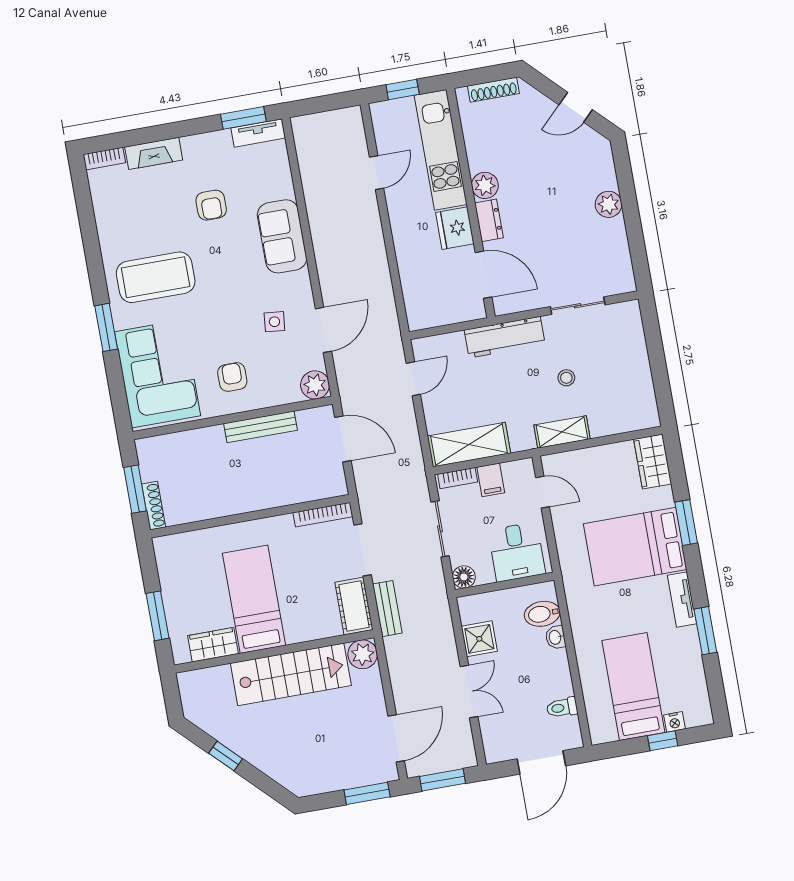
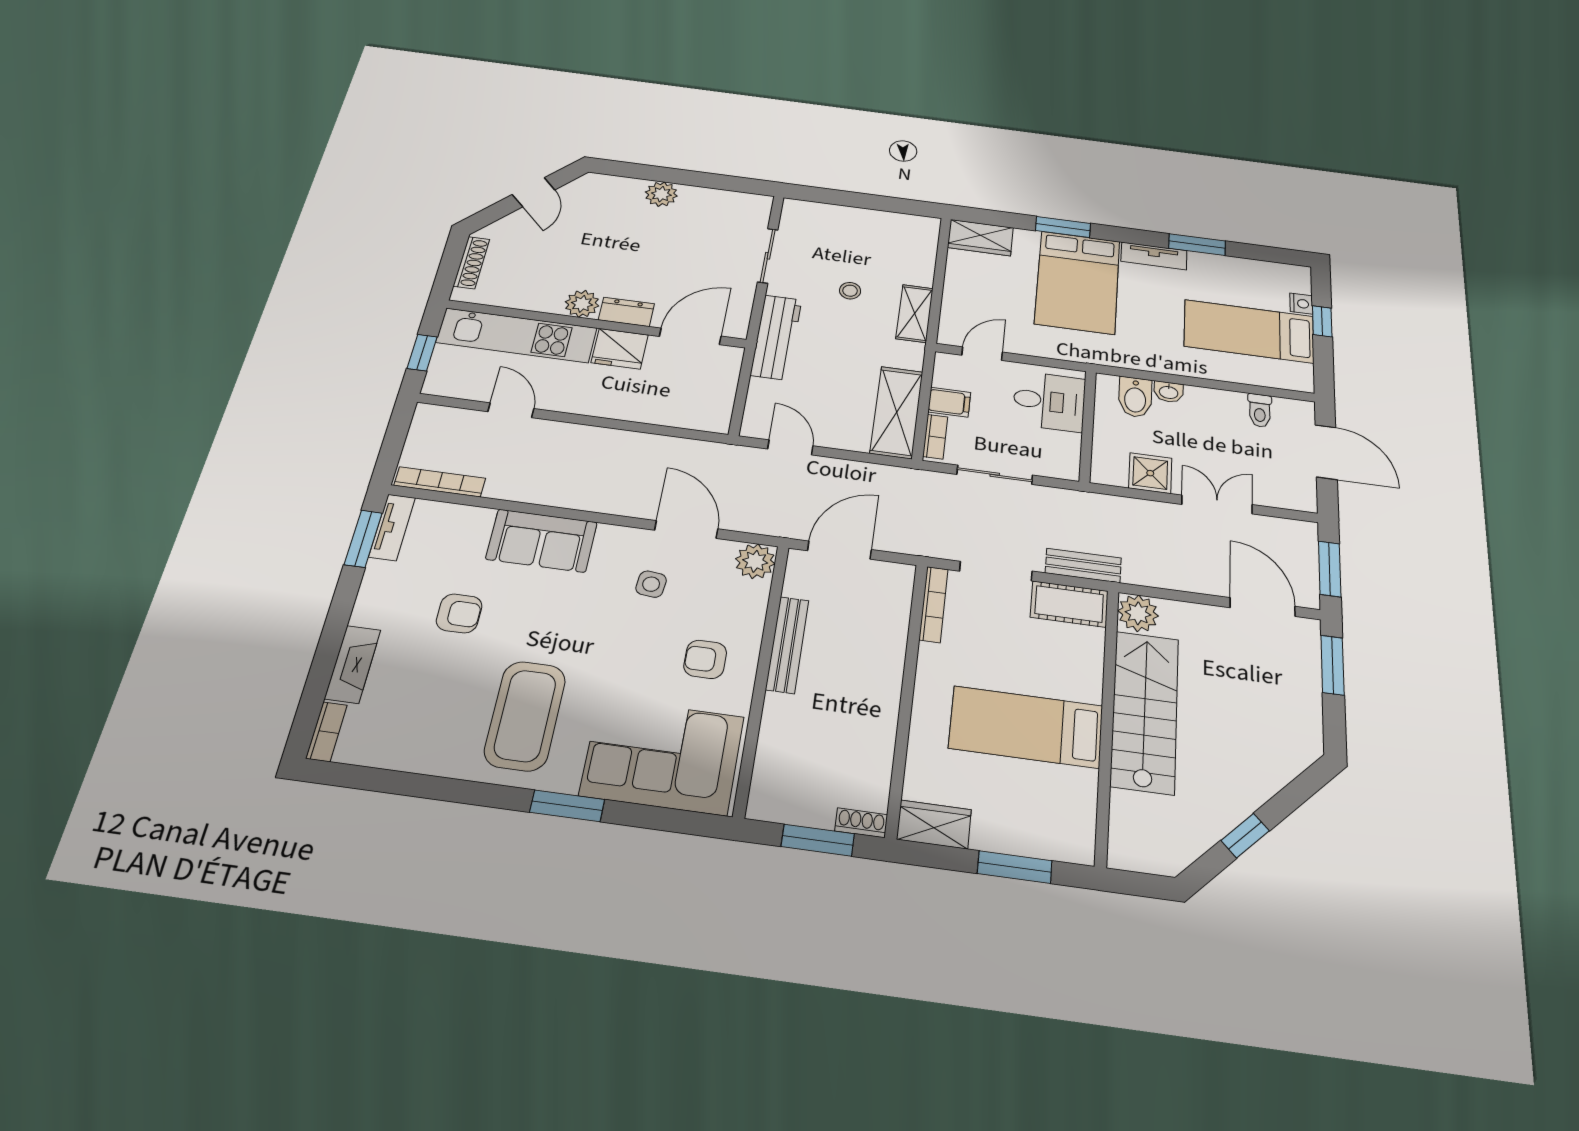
bookcase: (303, 149) -> (440, 482), added
shoe rack: (154, 506) -> (861, 823), width x0.70
floor lamp: (464, 577) -> (1065, 467), removed
wardrobe: (213, 645) -> (934, 825), moved, turned 90

